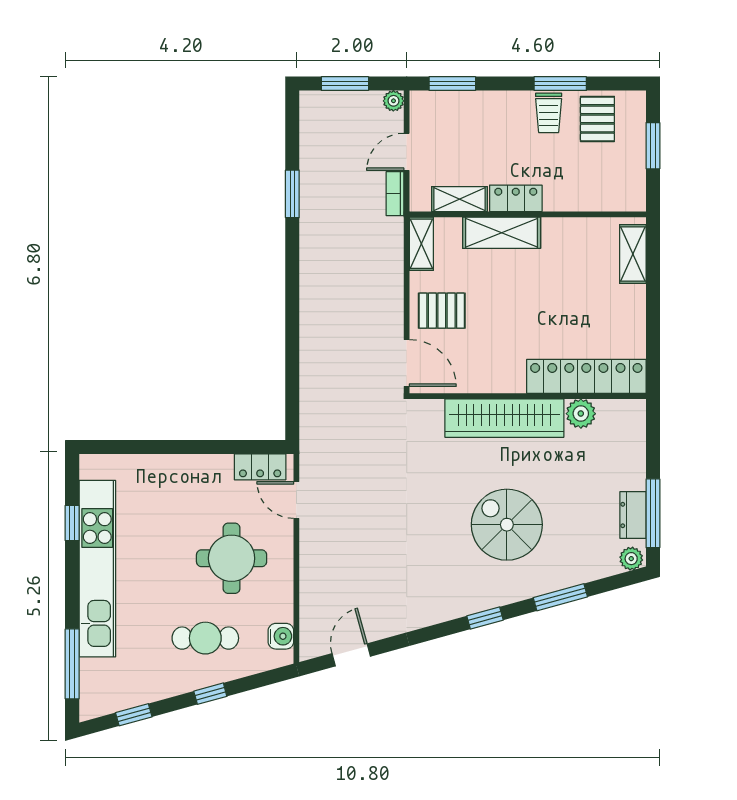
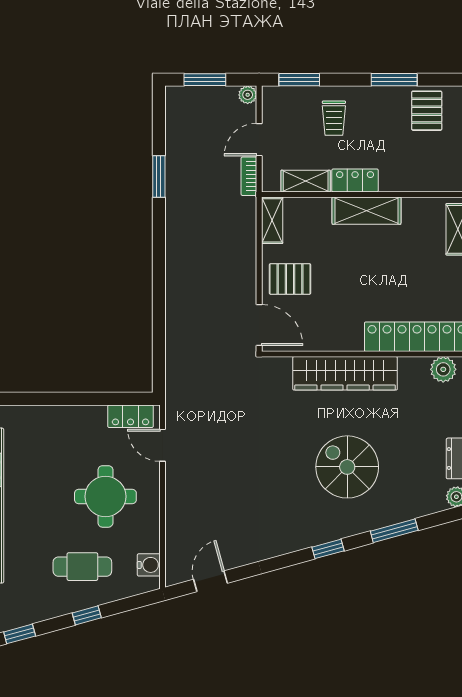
trolley: (549, 113) -> (334, 118), moved
shelving: (502, 233) -> (366, 211), moved
plant: (581, 414) -> (443, 369), moved

